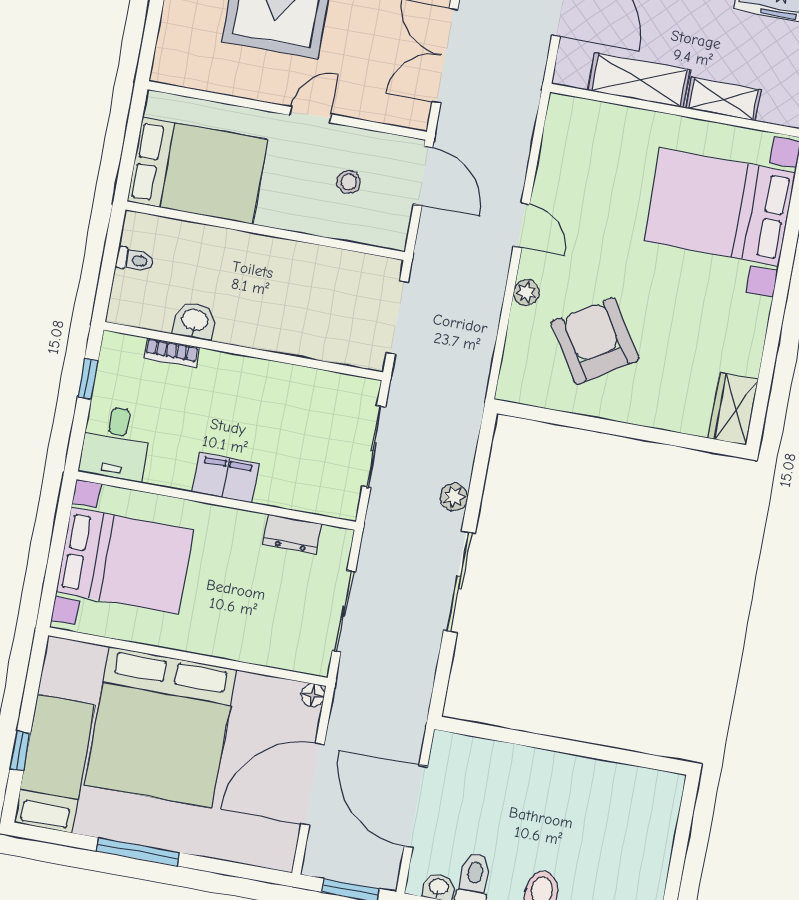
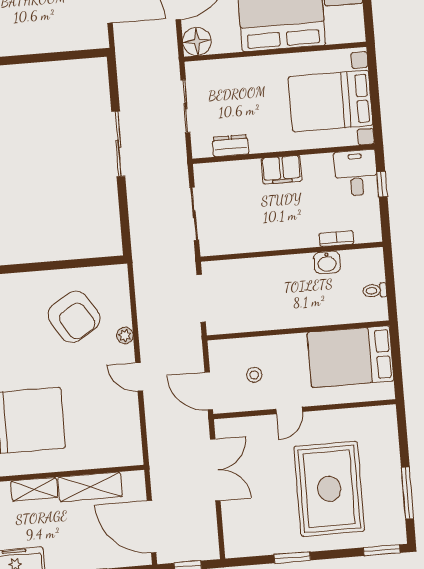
window: (88, 379) -> (382, 184), moved
plant: (454, 497) -> (136, 196), removed
floor lamp: (313, 695) -> (197, 41), width x1.89, depth x1.89

